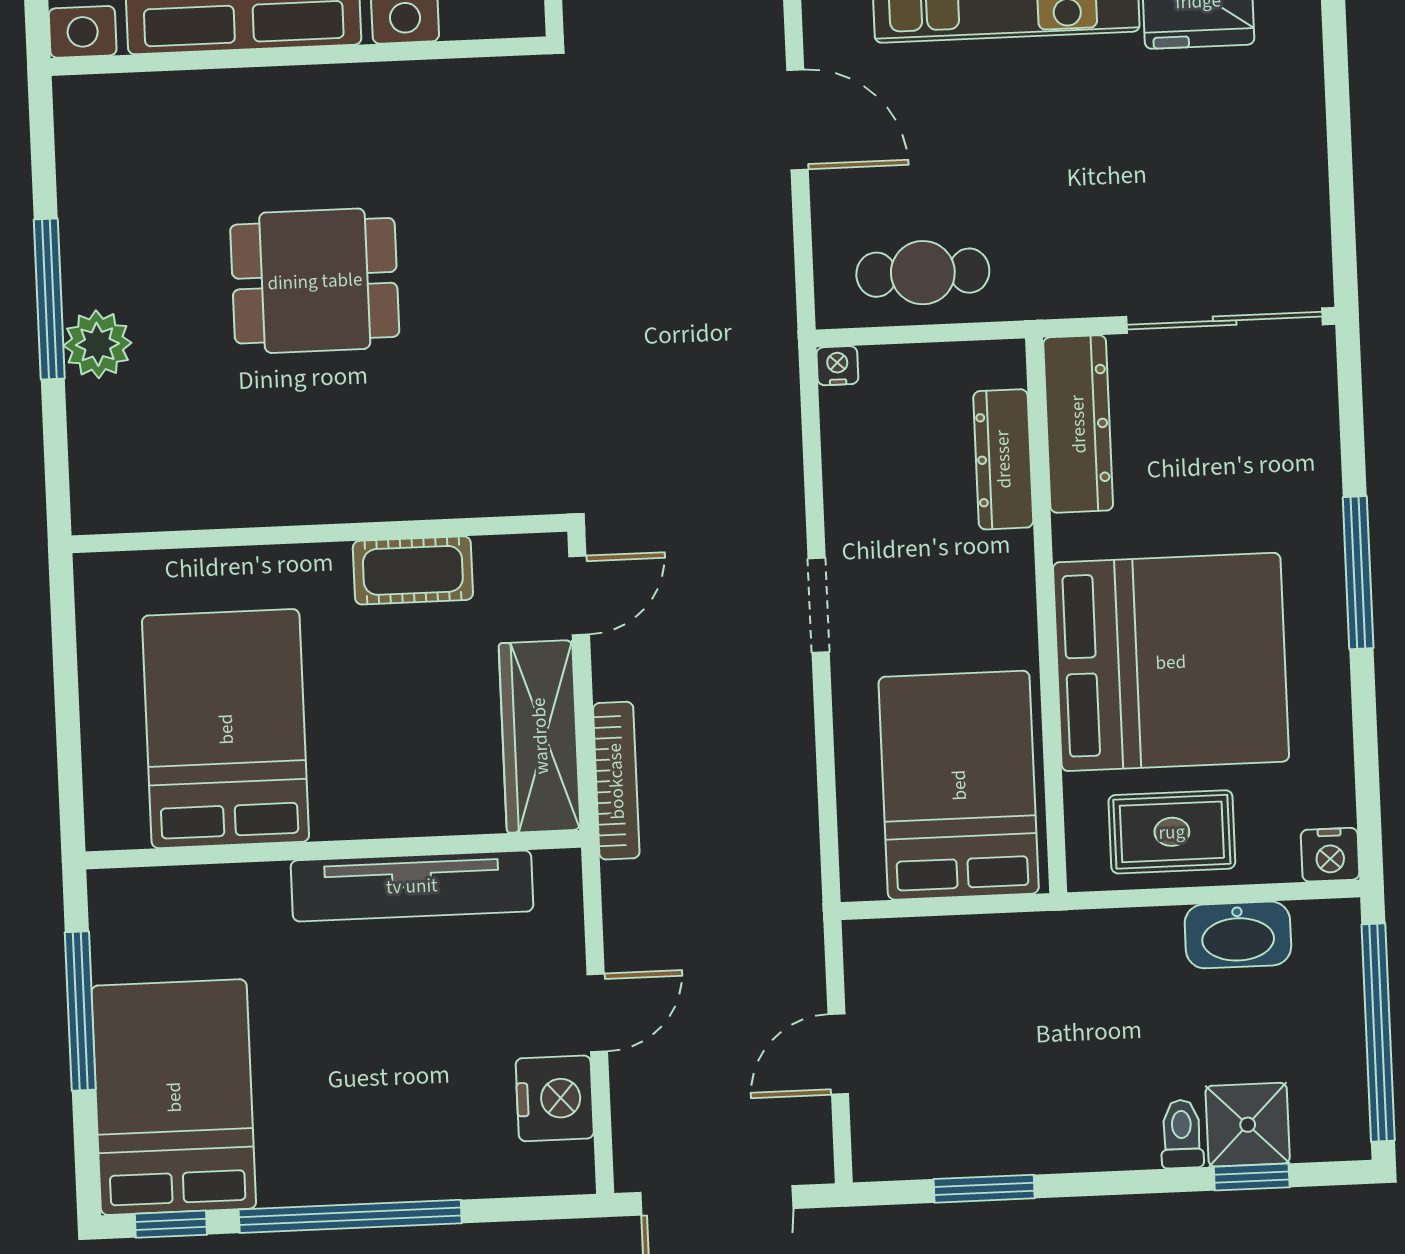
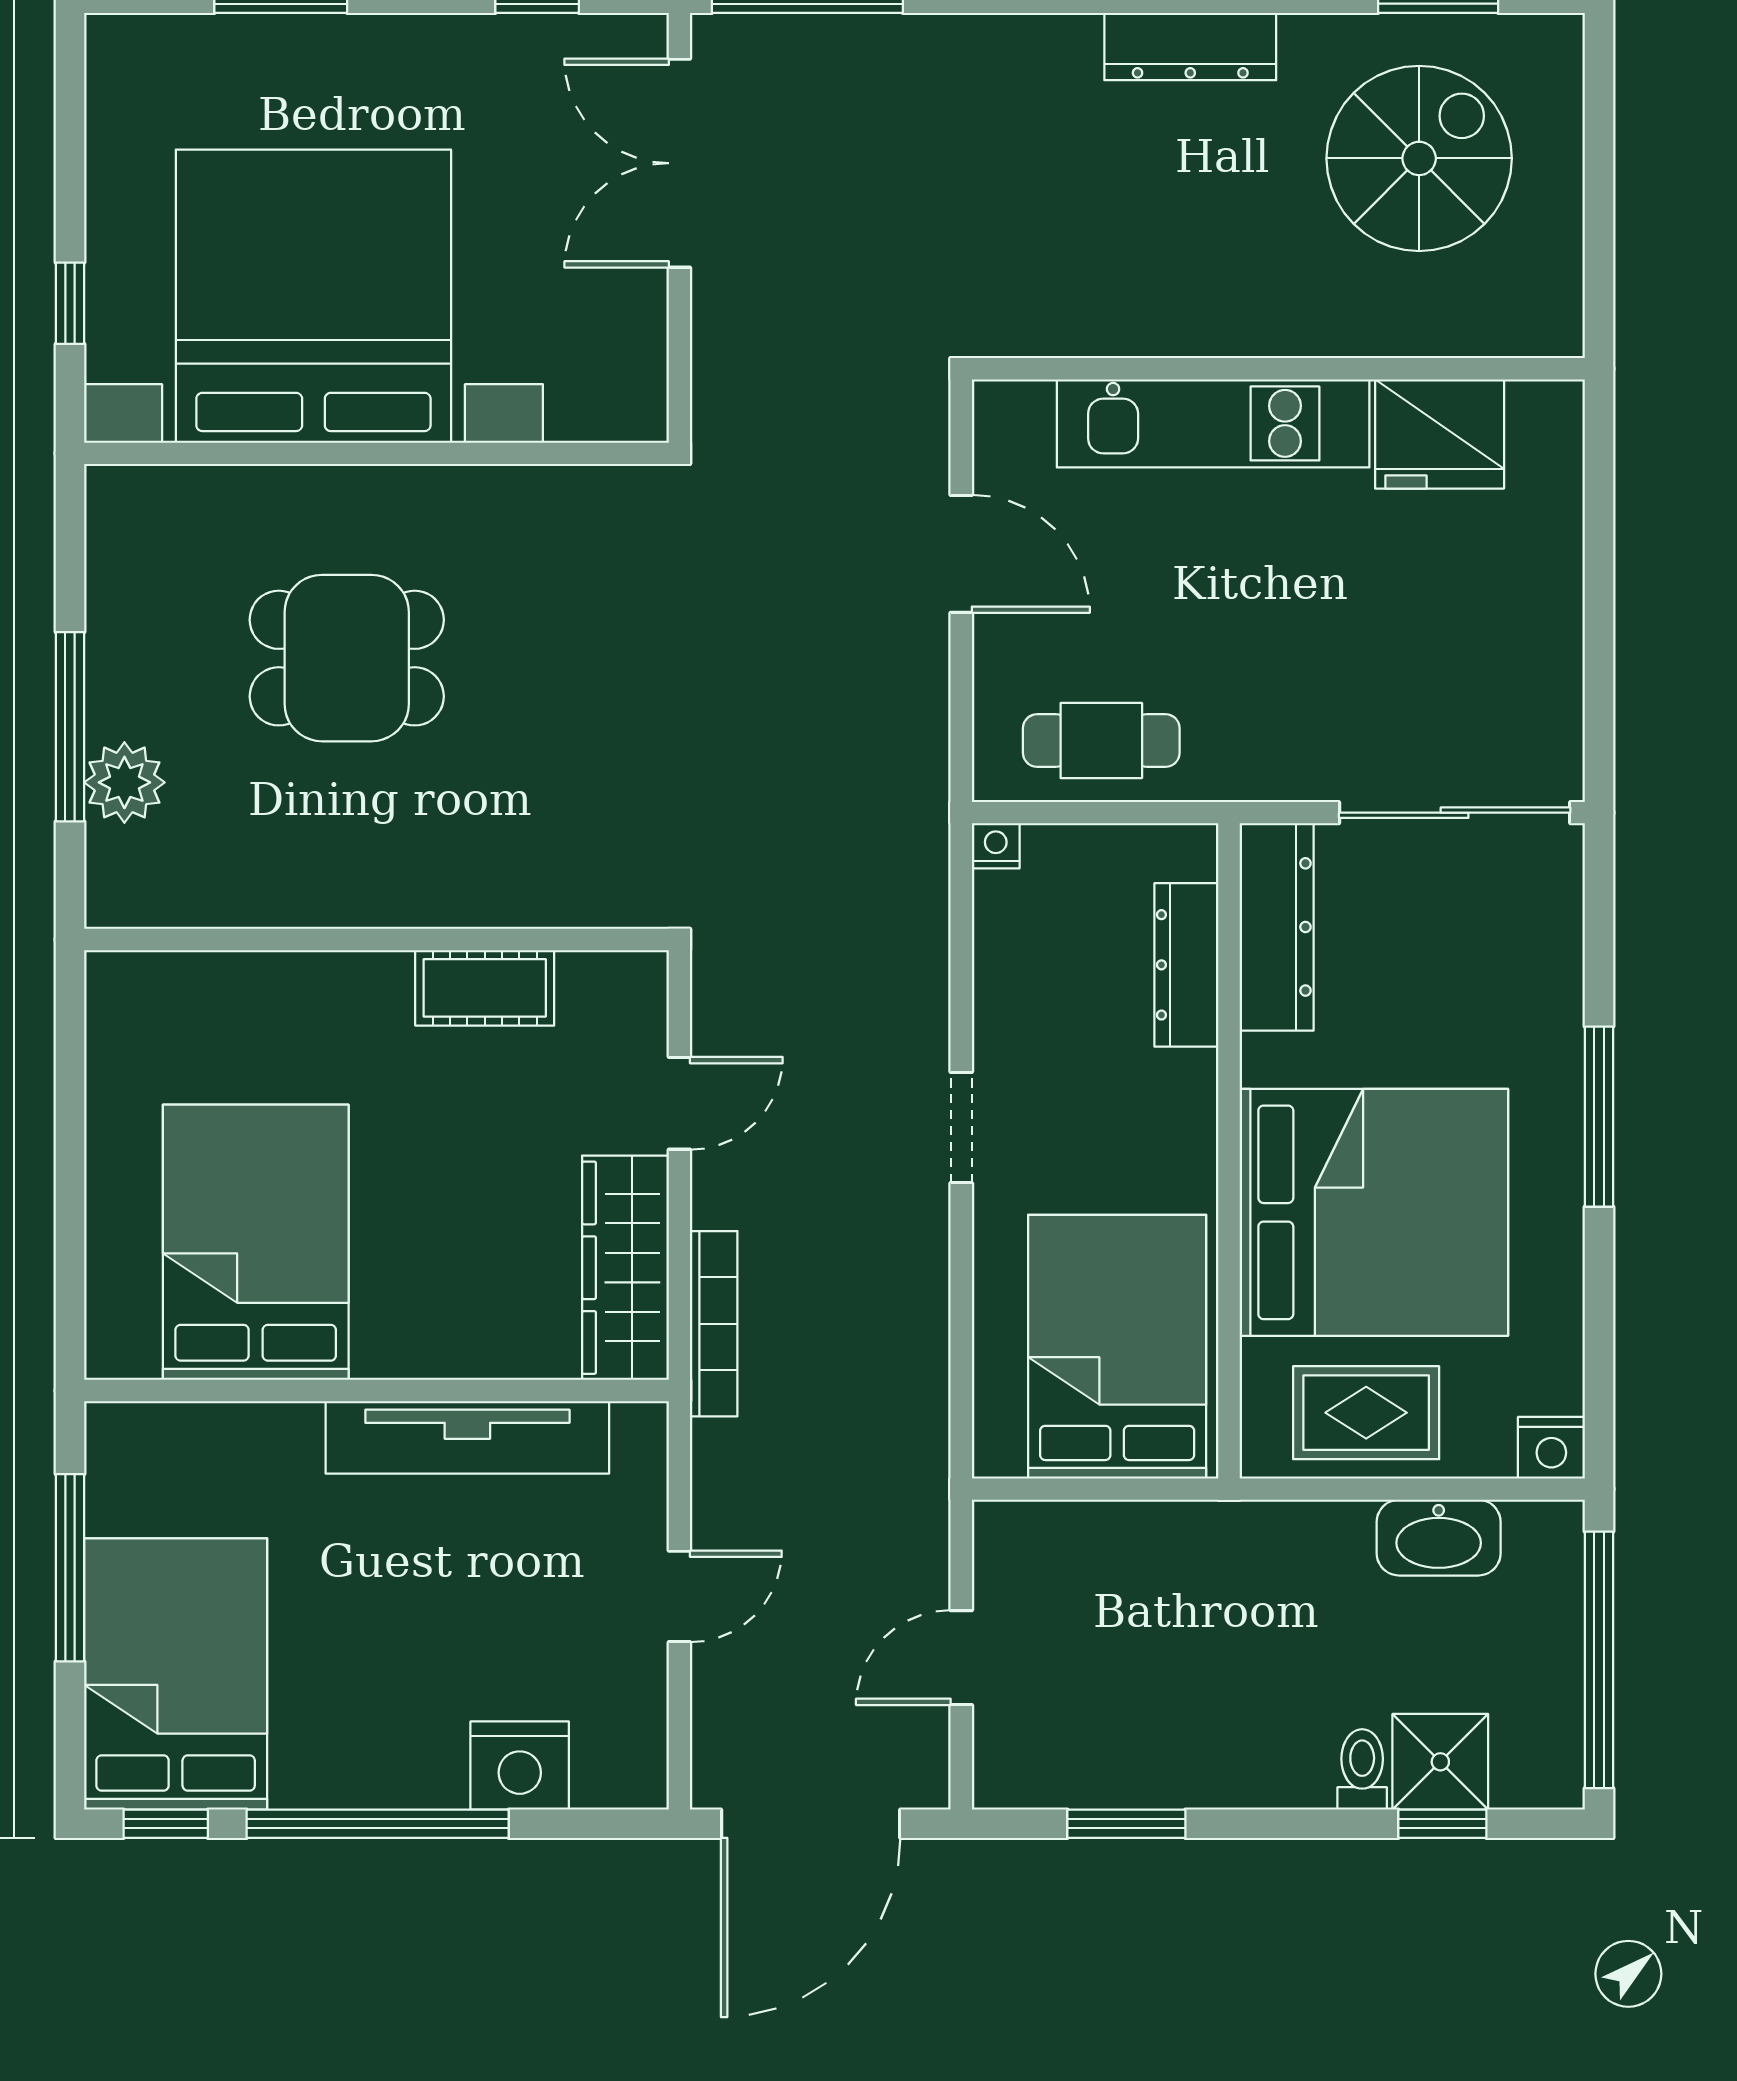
dining table: (315, 281) -> (347, 658), moved
wall: (319, 533) -> (376, 940), moved
cot: (413, 570) -> (485, 988), moved
nightstand: (555, 1098) -> (520, 1766), moved, turned 90

